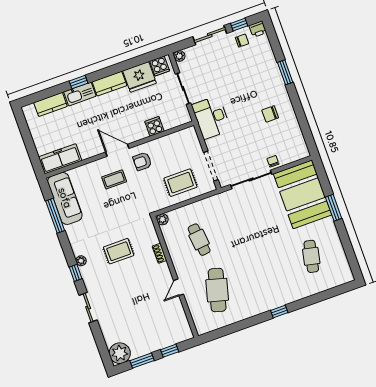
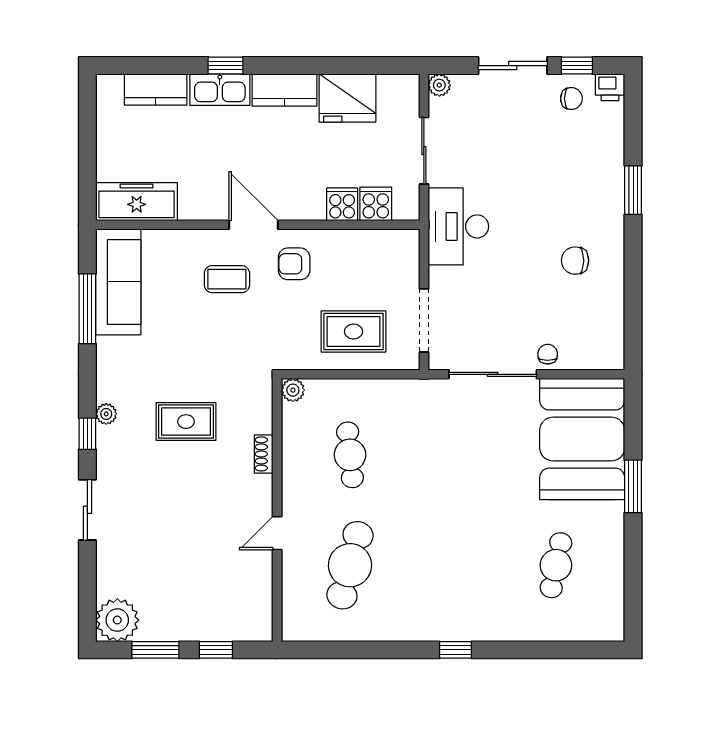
cooker: (160, 66) -> (376, 204), moved, turned 180

